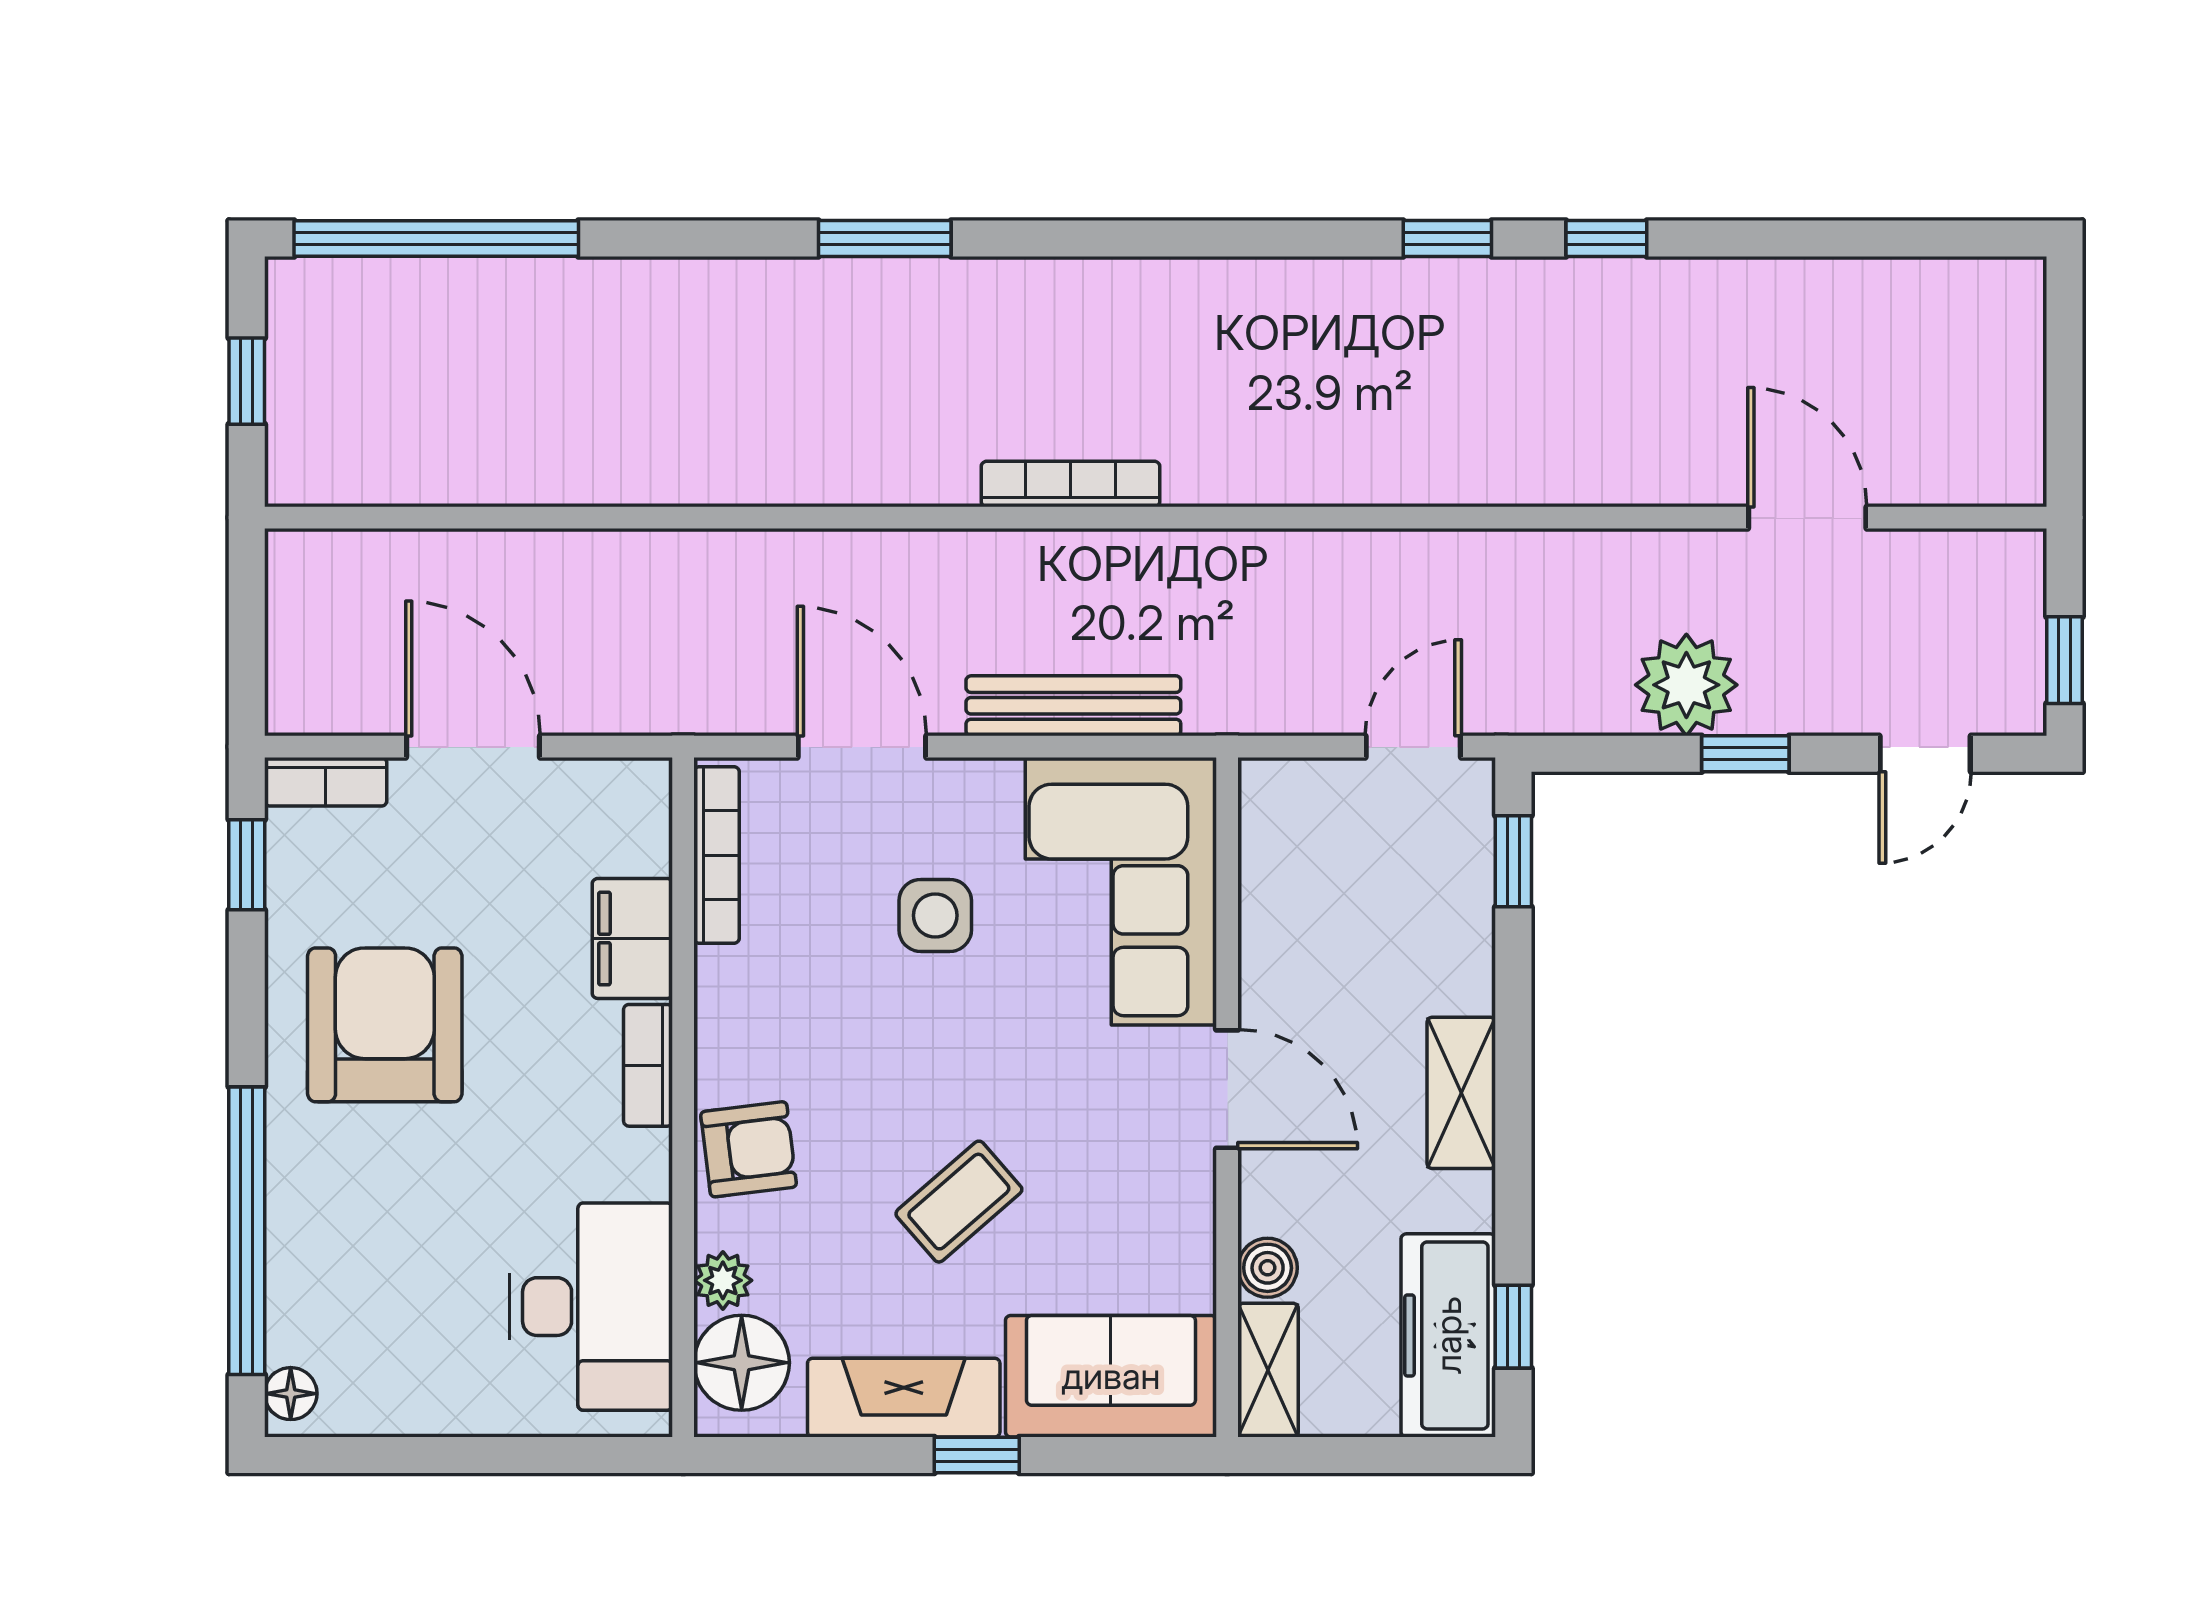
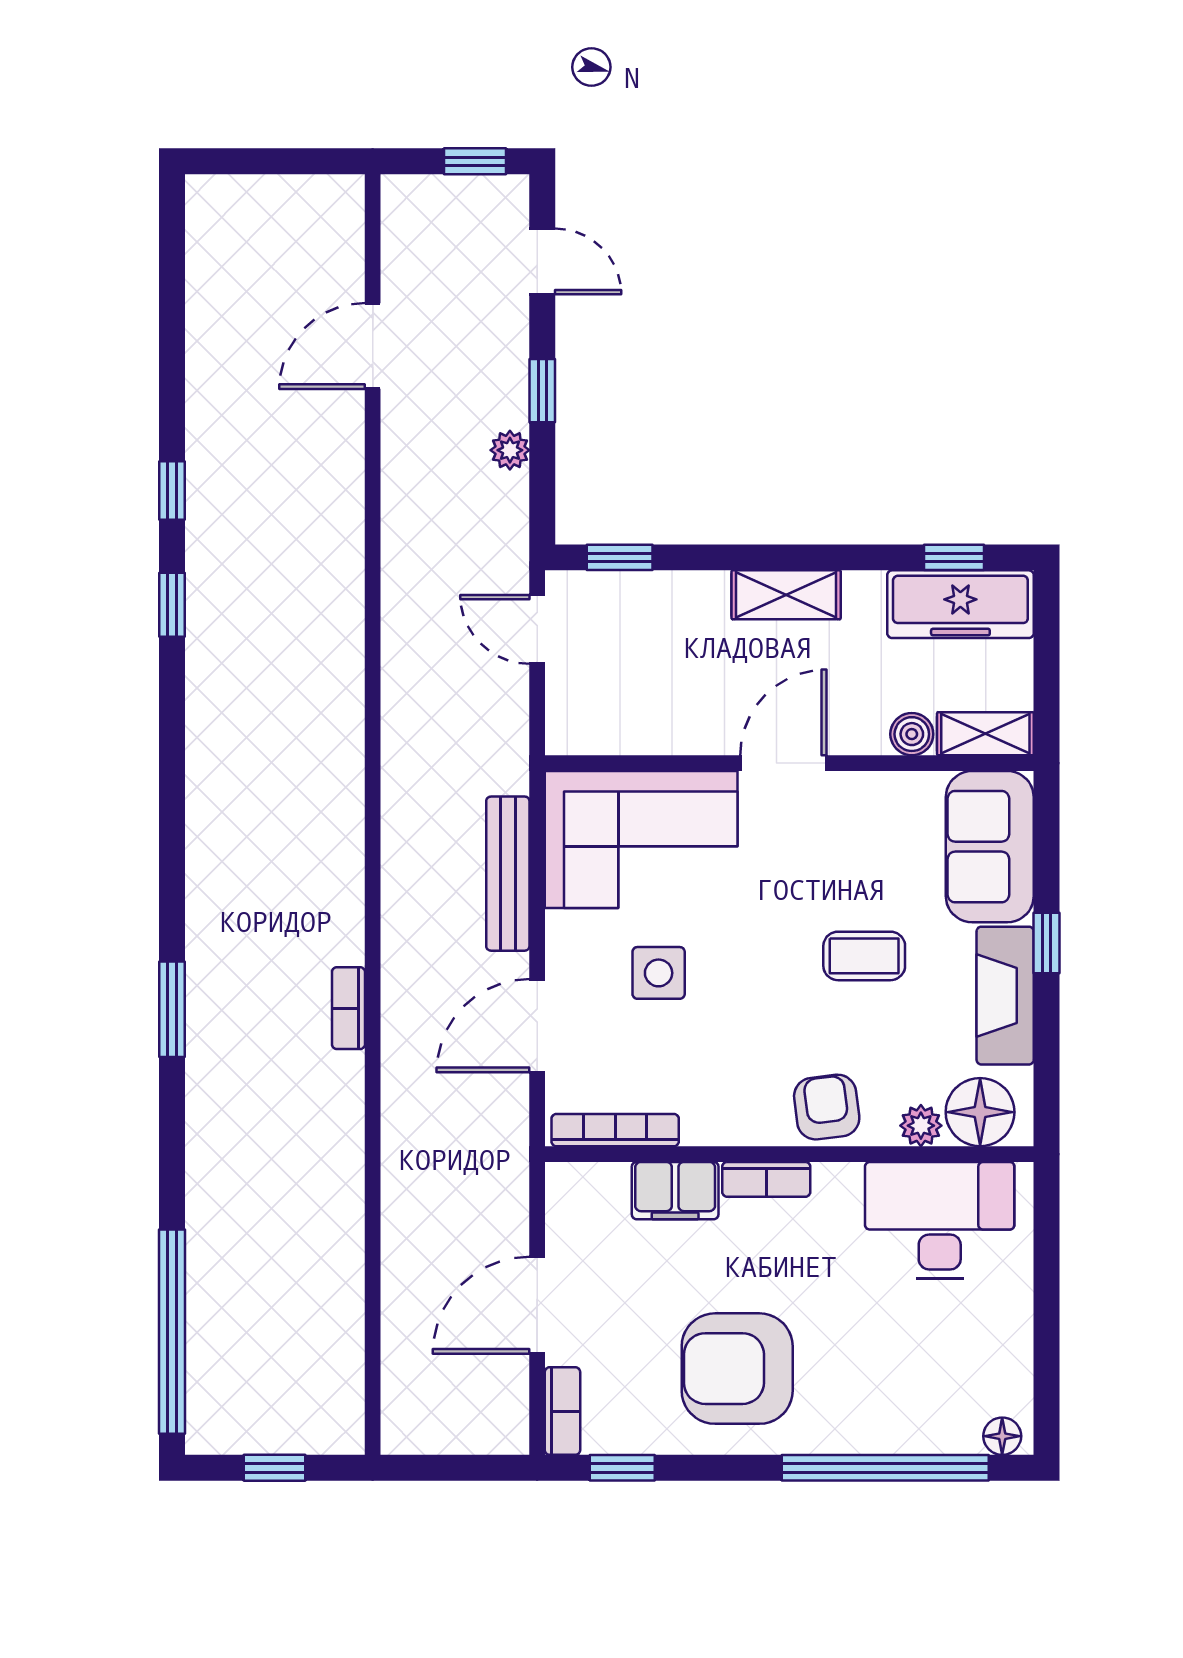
bookcase: (1071, 484) -> (348, 1008), moved, width x0.64
plant: (1686, 685) -> (510, 450), width x0.53, depth x0.53
coffee table: (959, 1202) -> (864, 956), turned -49

